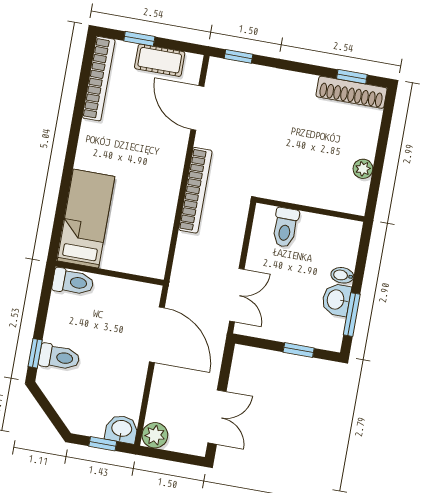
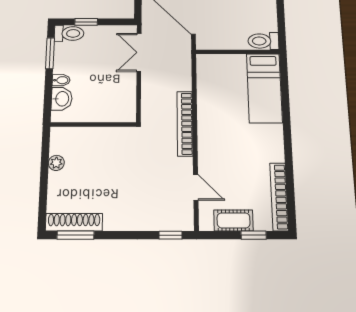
window: (352, 77) -> (75, 235), width x1.50
door: (197, 108) -> (196, 187), width x0.73
toilet: (285, 227) -> (69, 33), moved, turned 90
washbasin: (336, 300) -> (62, 99), moved

